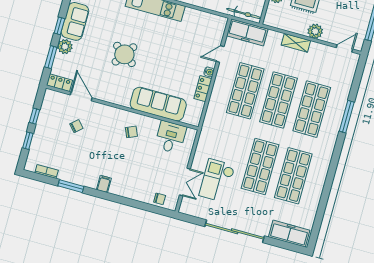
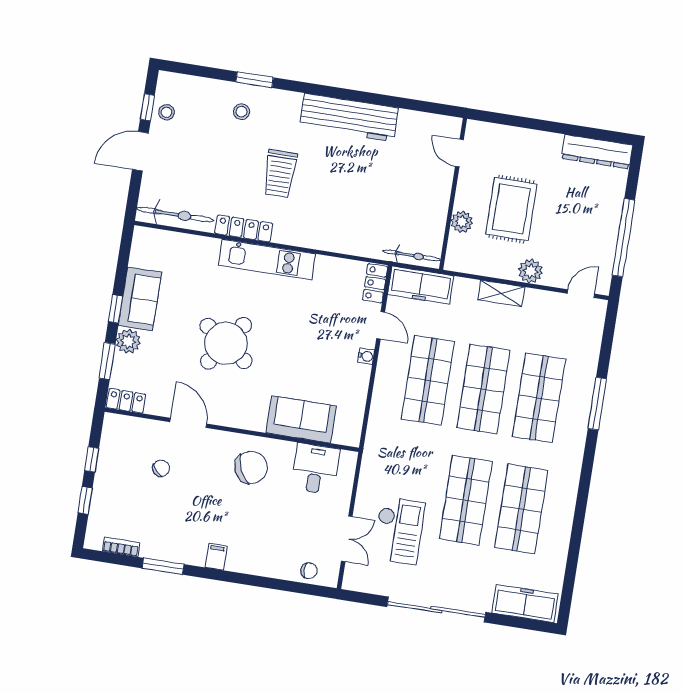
round table: (124, 54) -> (226, 343), width x1.36, depth x1.36
door: (220, 54) -> (381, 325), swing flipped
locker: (203, 89) -> (375, 283), moved
door: (81, 96) -> (188, 423), moved
sofa: (158, 104) -> (301, 419), width x0.73
chair: (131, 132) -> (251, 467), width x1.87, depth x1.87
checkout: (217, 181) -> (399, 531), turned 180

